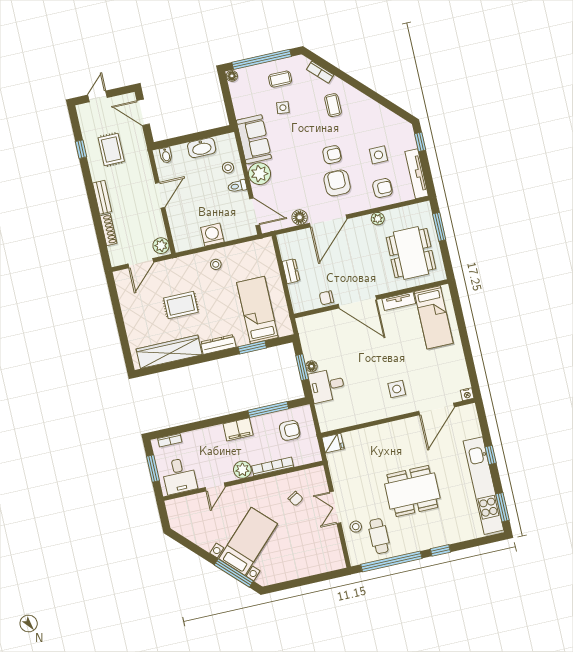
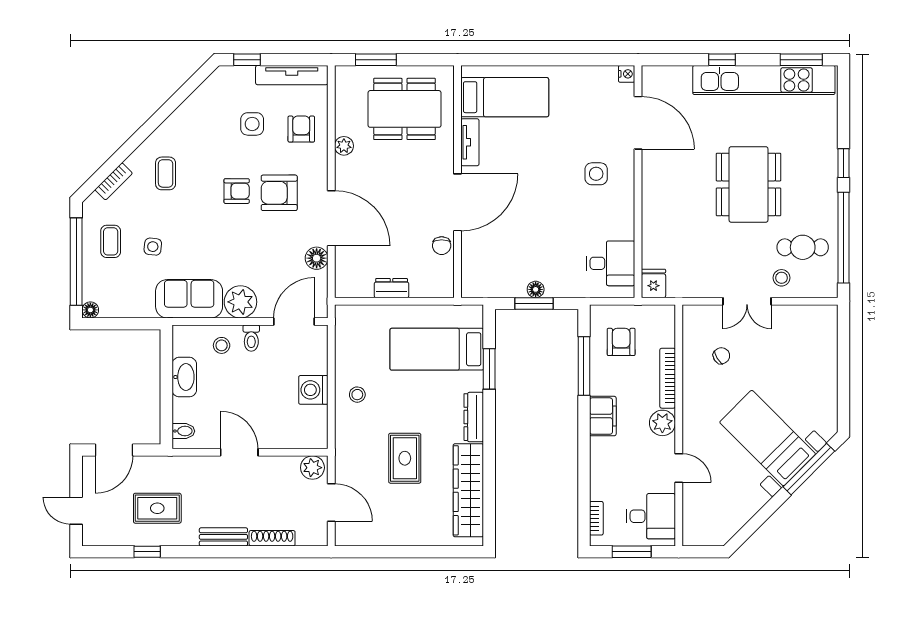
coffee table: (333, 105) -> (166, 173), turned 90
armchair: (332, 155) -> (237, 191), turned 90
desk: (327, 385) -> (610, 263), moved, turned -90

